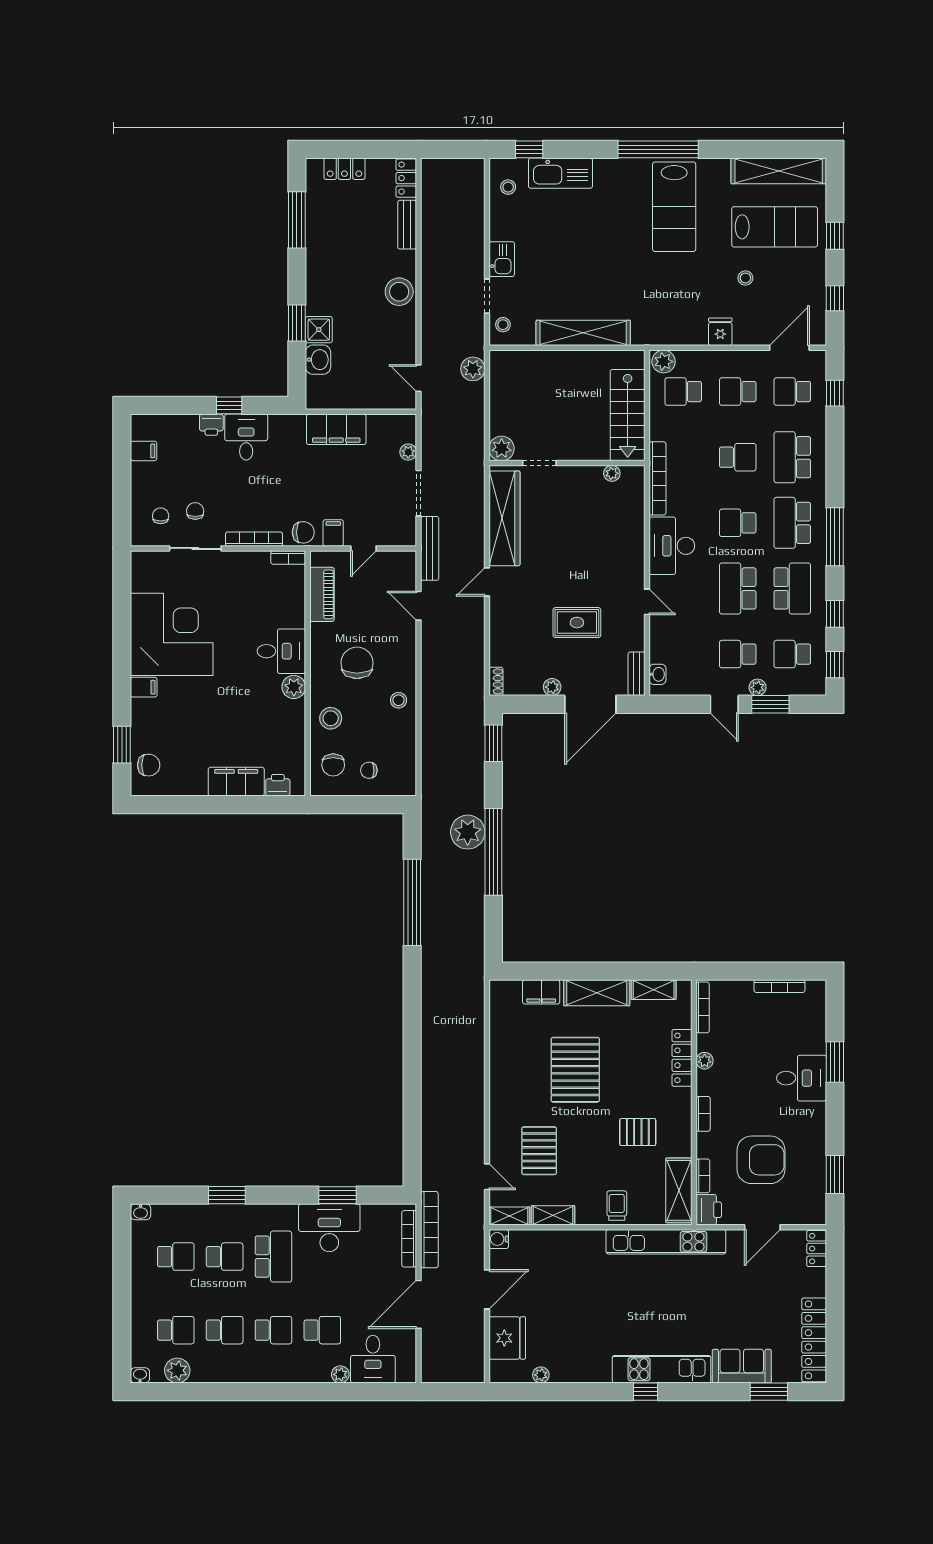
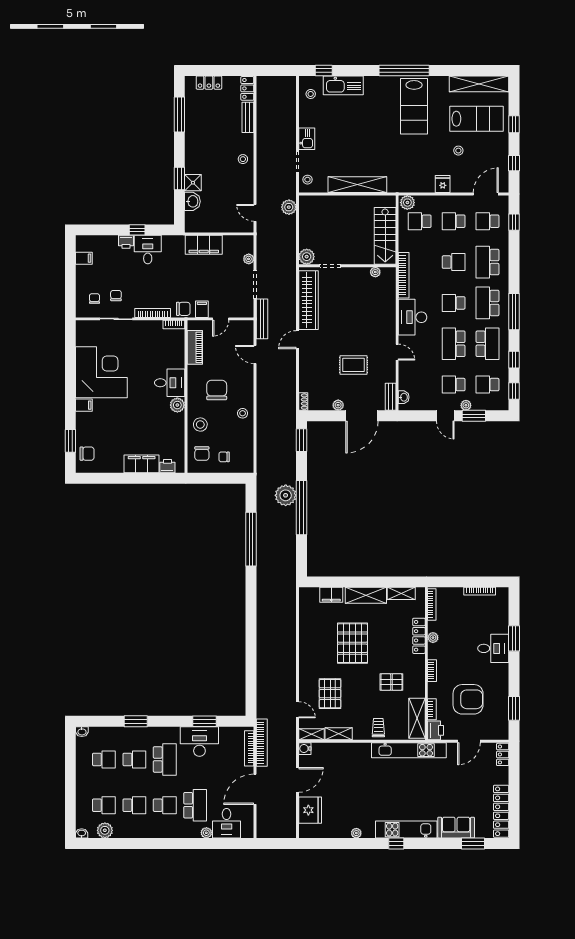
stool: (399, 292) -> (243, 159), width x0.53, depth x0.53
school desk: (322, 1330) -> (195, 805), width x1.85
plant: (541, 1375) -> (356, 833), moved

